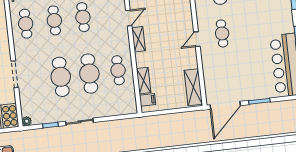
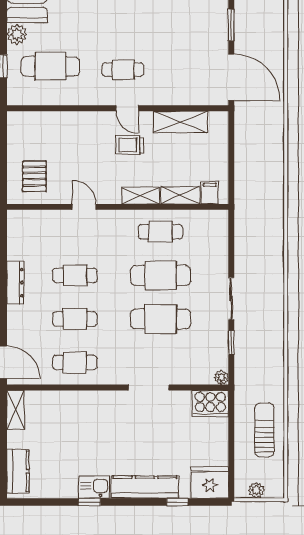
shelving: (139, 39) -> (141, 196), moved
trolley: (173, 43) -> (130, 145), added
shelving: (193, 87) -> (180, 122), moved

